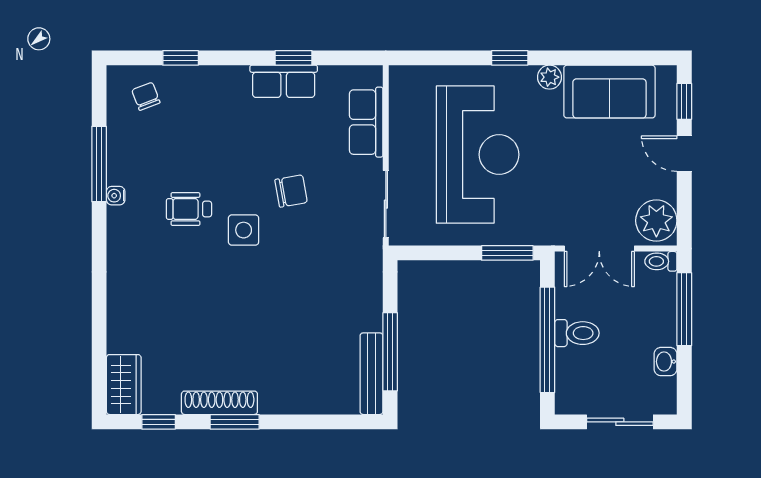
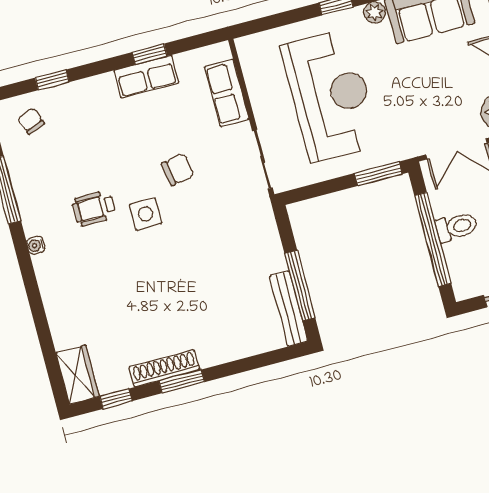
water cooler: (116, 196) -> (36, 245), moved

